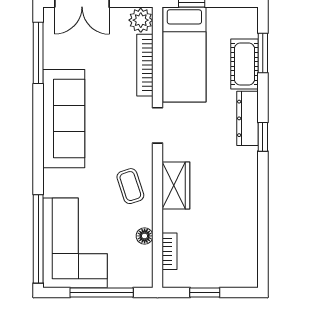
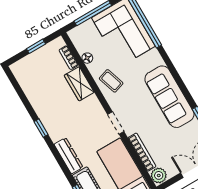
window: (263, 137) -> (41, 128), moved
wardrobe: (176, 186) -> (79, 84), moved

